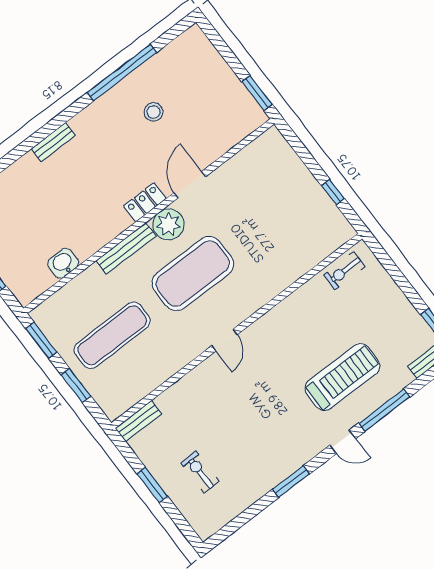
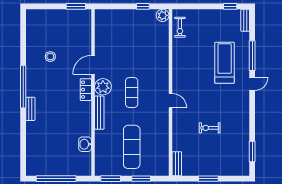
window: (122, 73) -> (23, 87), moved
door: (190, 185) -> (93, 65), hinge flipped
plant: (342, 231) -> (163, 15), added
exercise mat: (193, 273) -> (132, 93), width x0.50, depth x0.69
exercise bike: (200, 472) -> (210, 128), moved
window: (291, 482) -> (252, 152), moved

